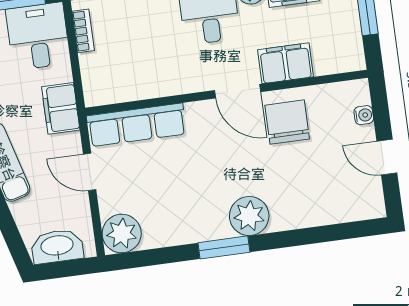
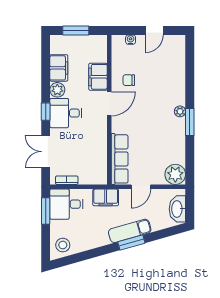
chair: (287, 122) -> (129, 80), width x0.54, depth x0.54
plant: (249, 216) -> (180, 111), width x0.53, depth x0.53

